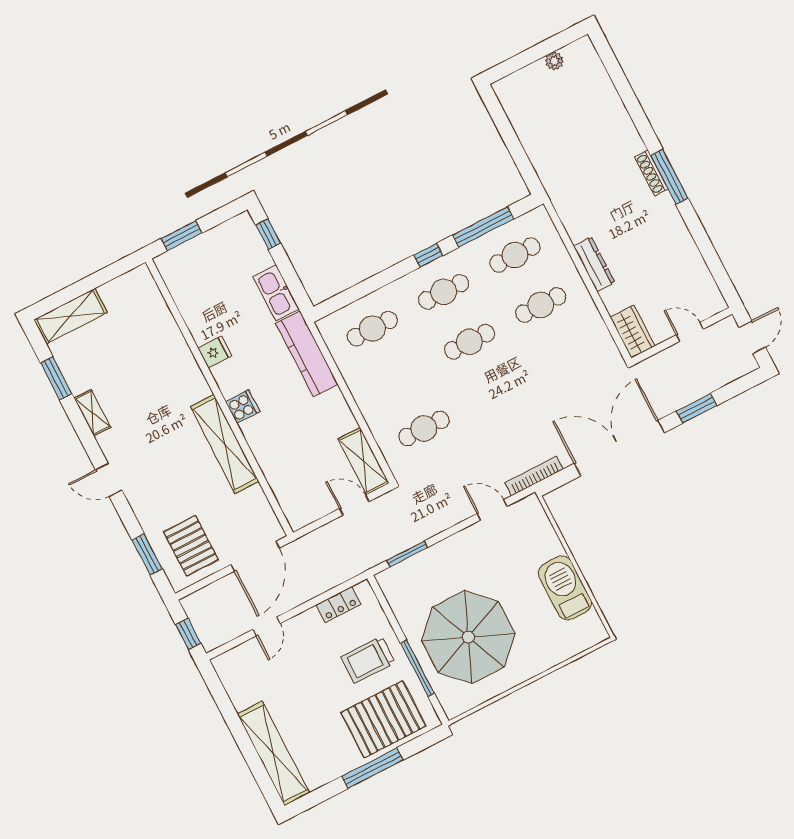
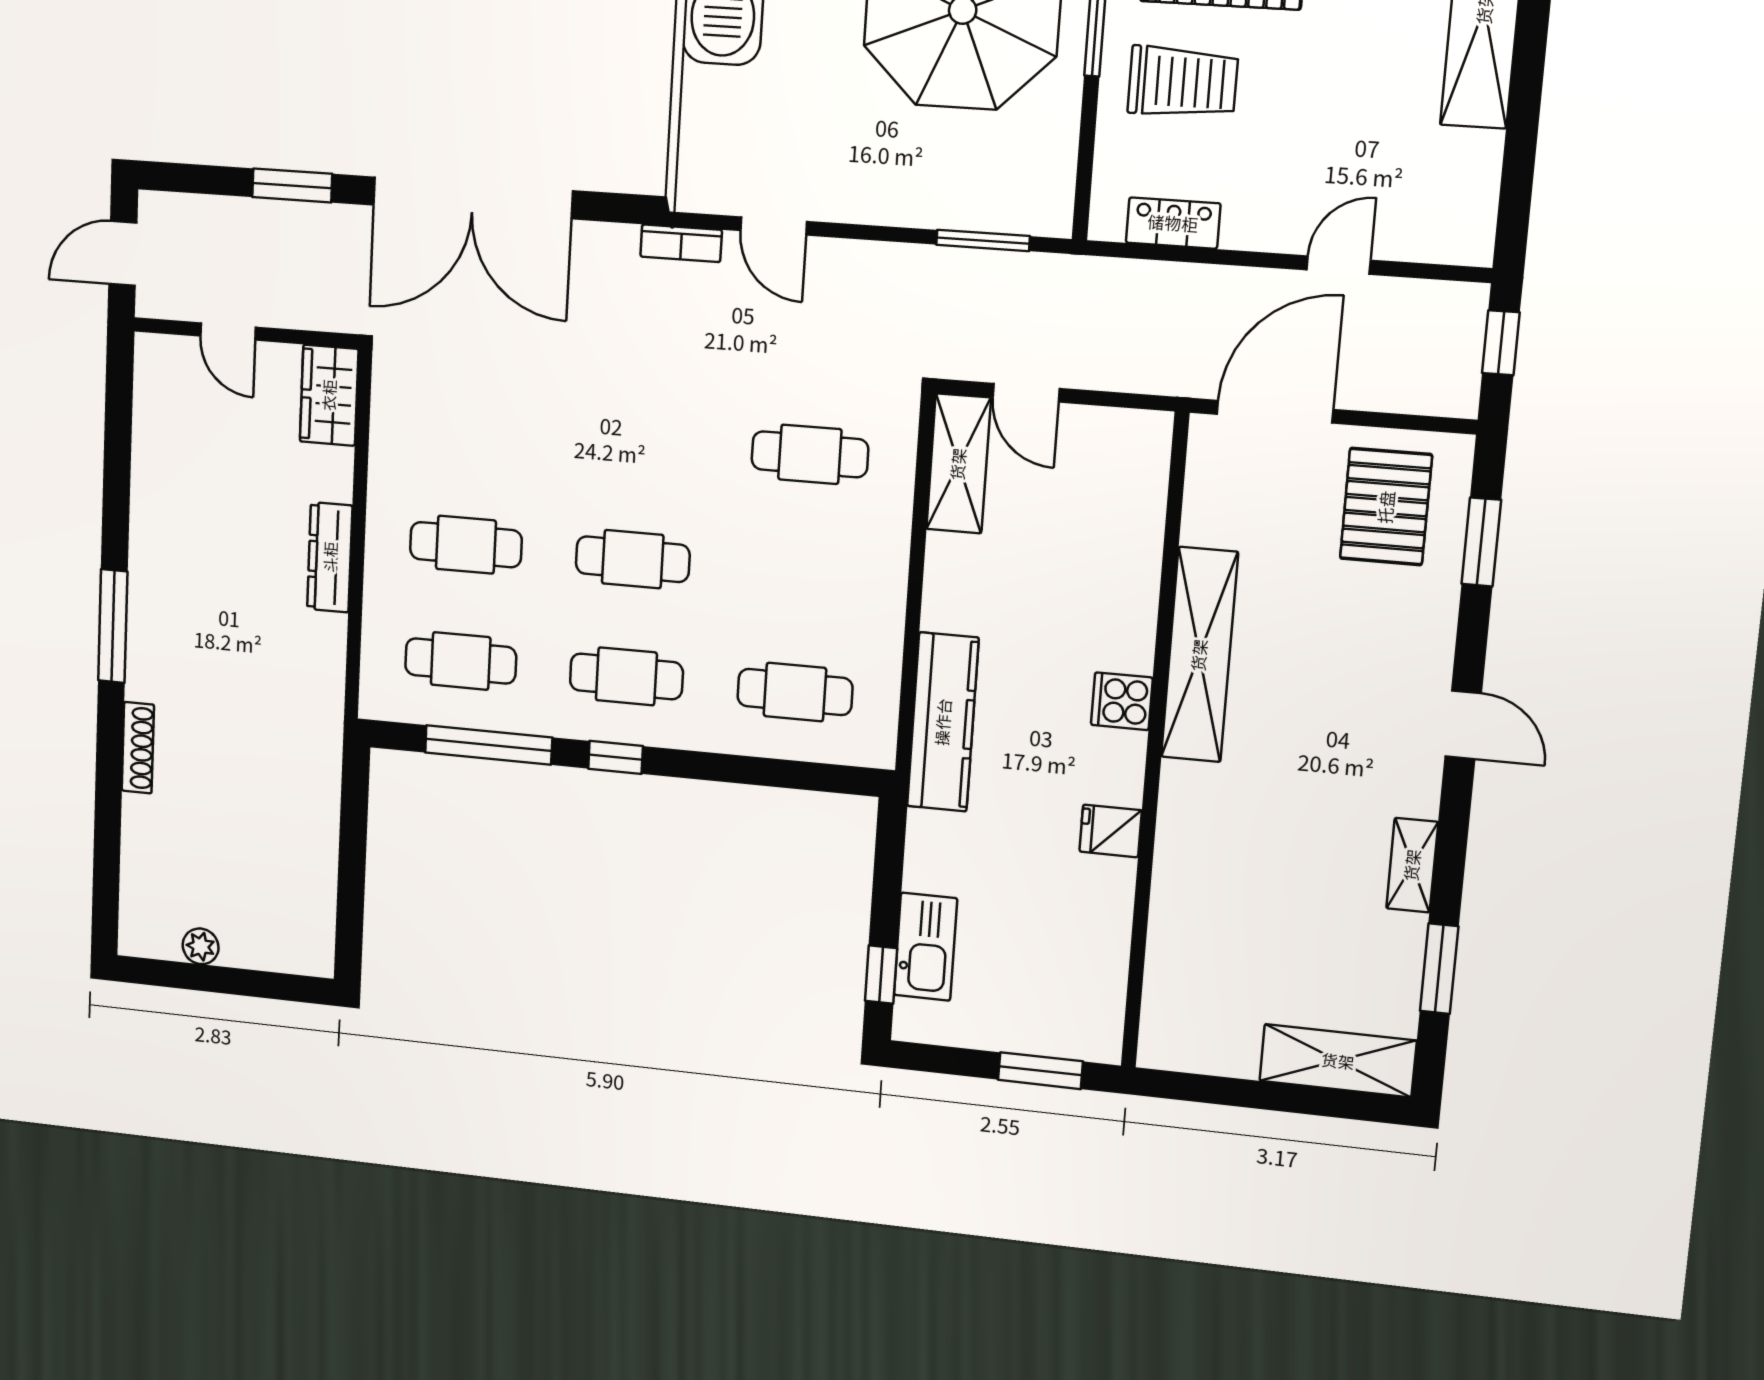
shoe rack: (651, 173) -> (138, 748), moved
kitchen sink: (276, 293) -> (926, 947), moved
bookcase: (534, 476) -> (681, 243), width x0.64

